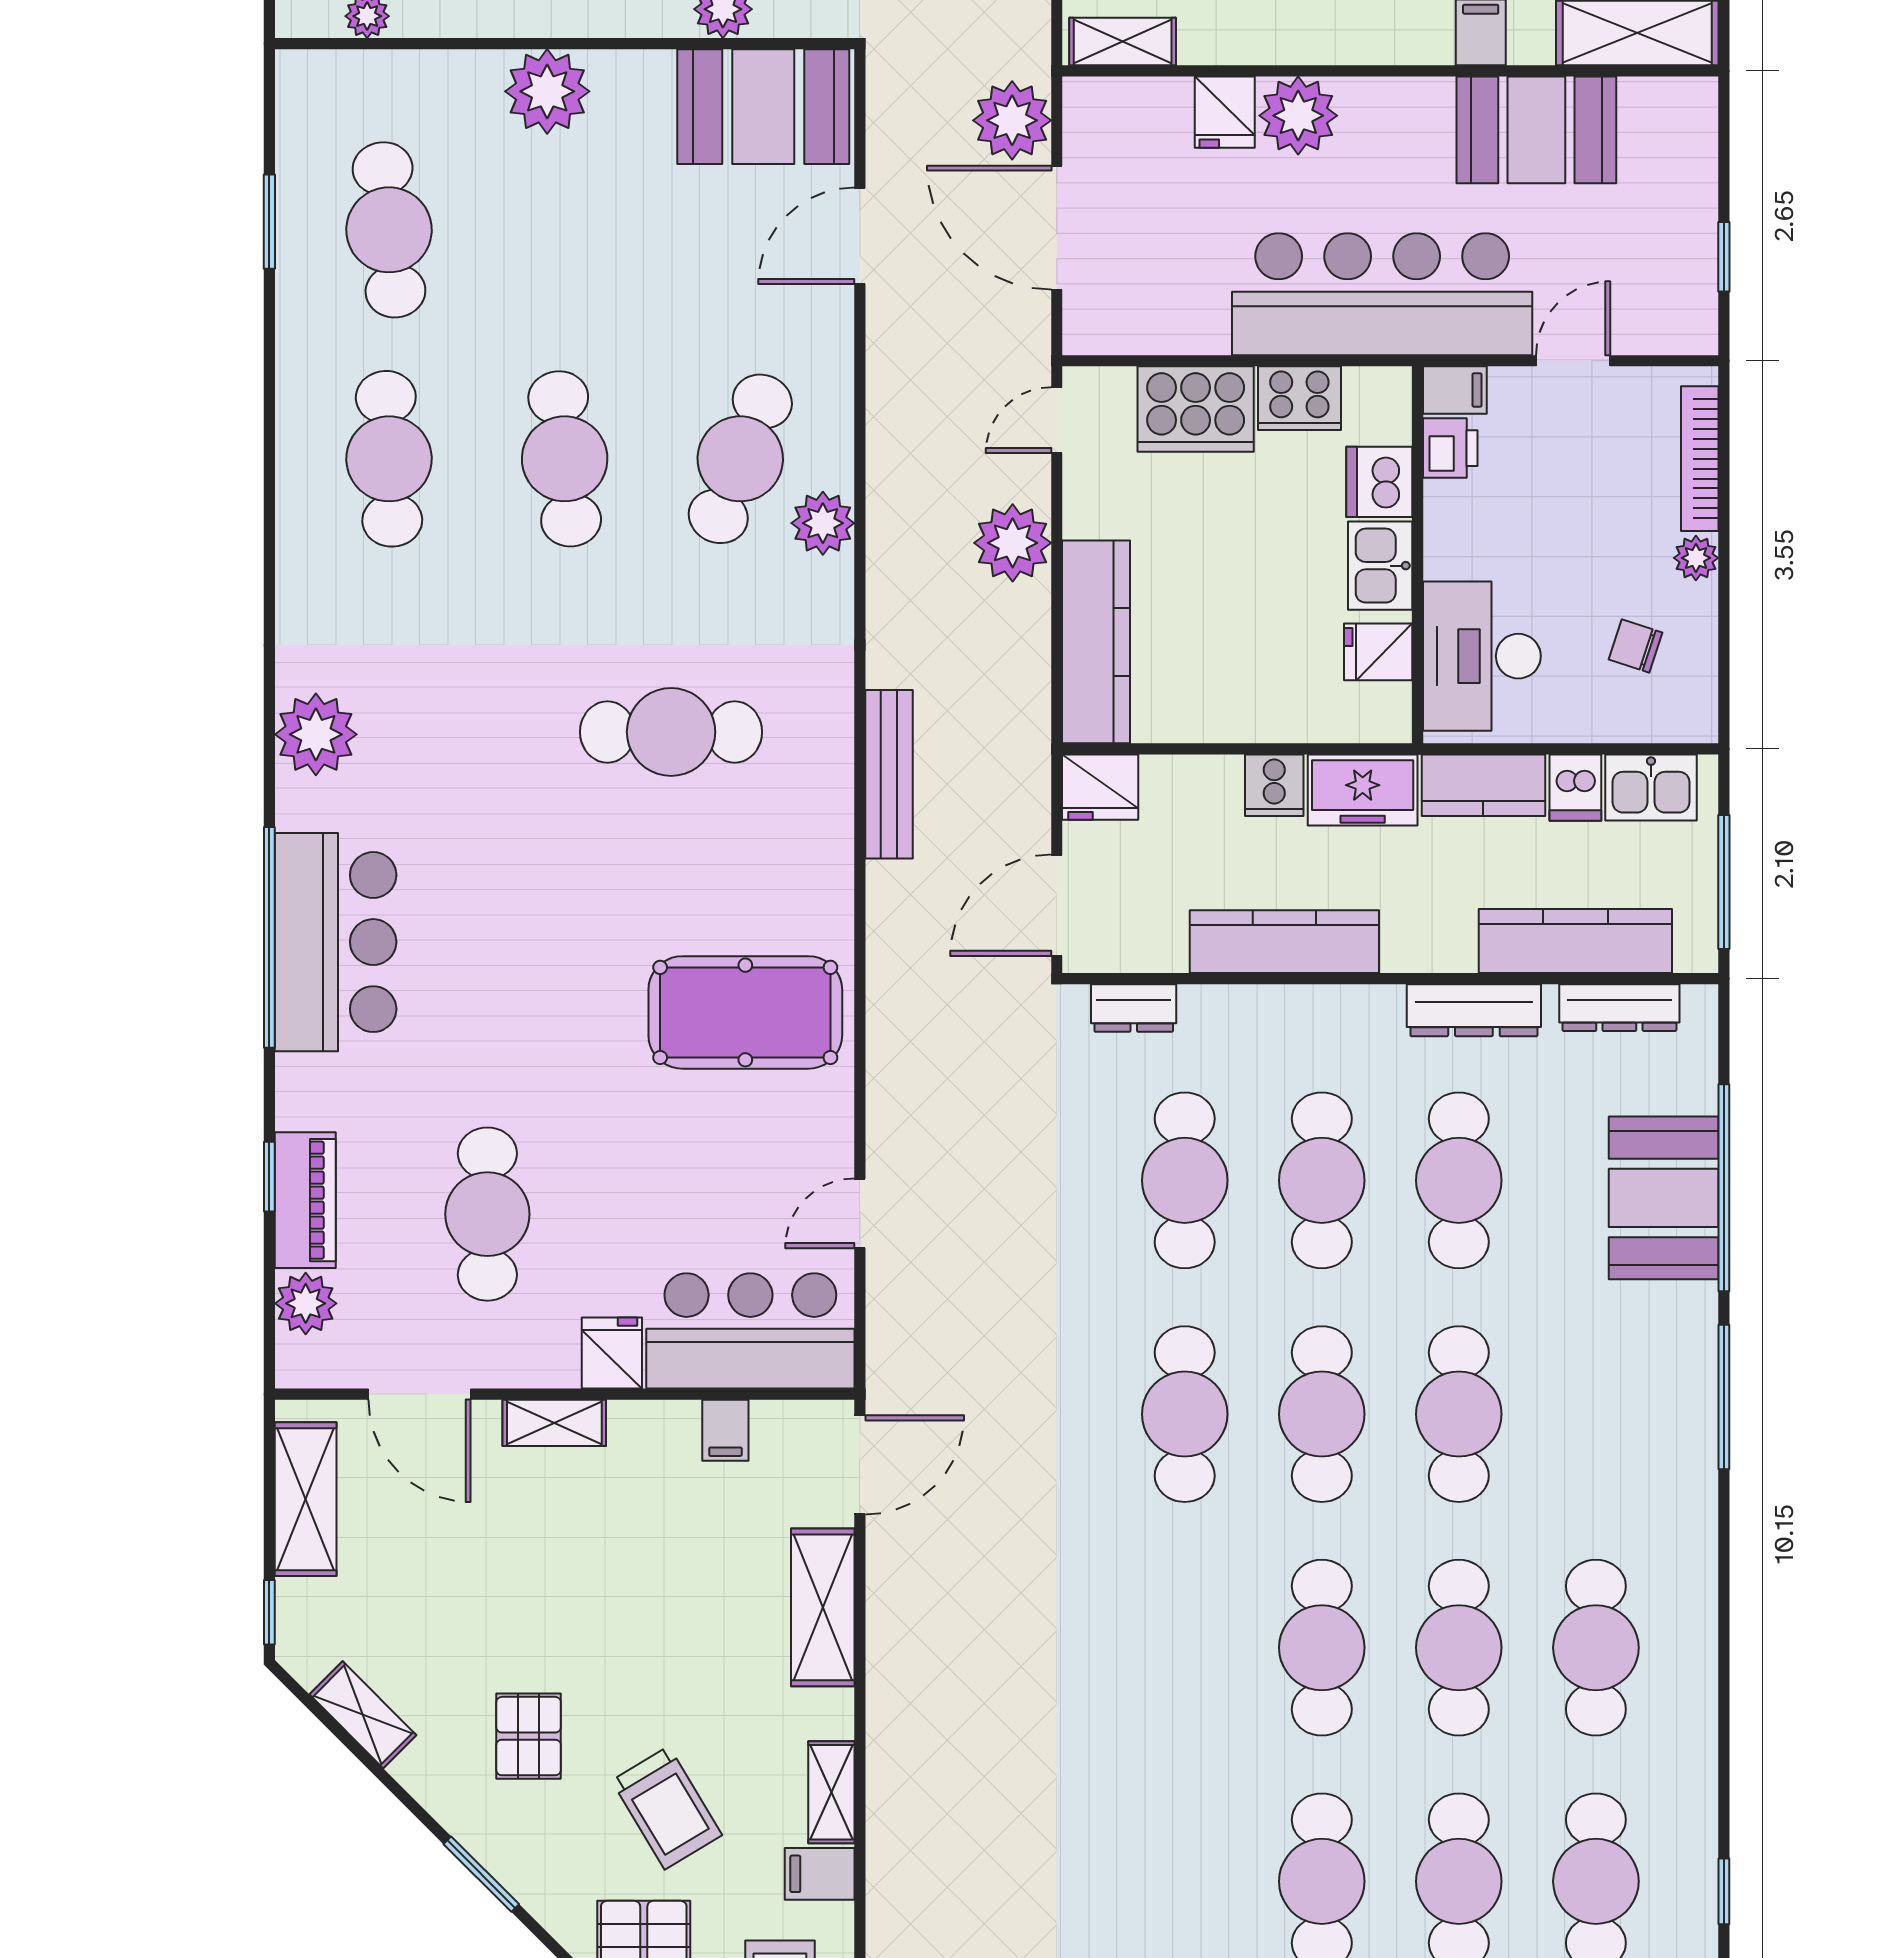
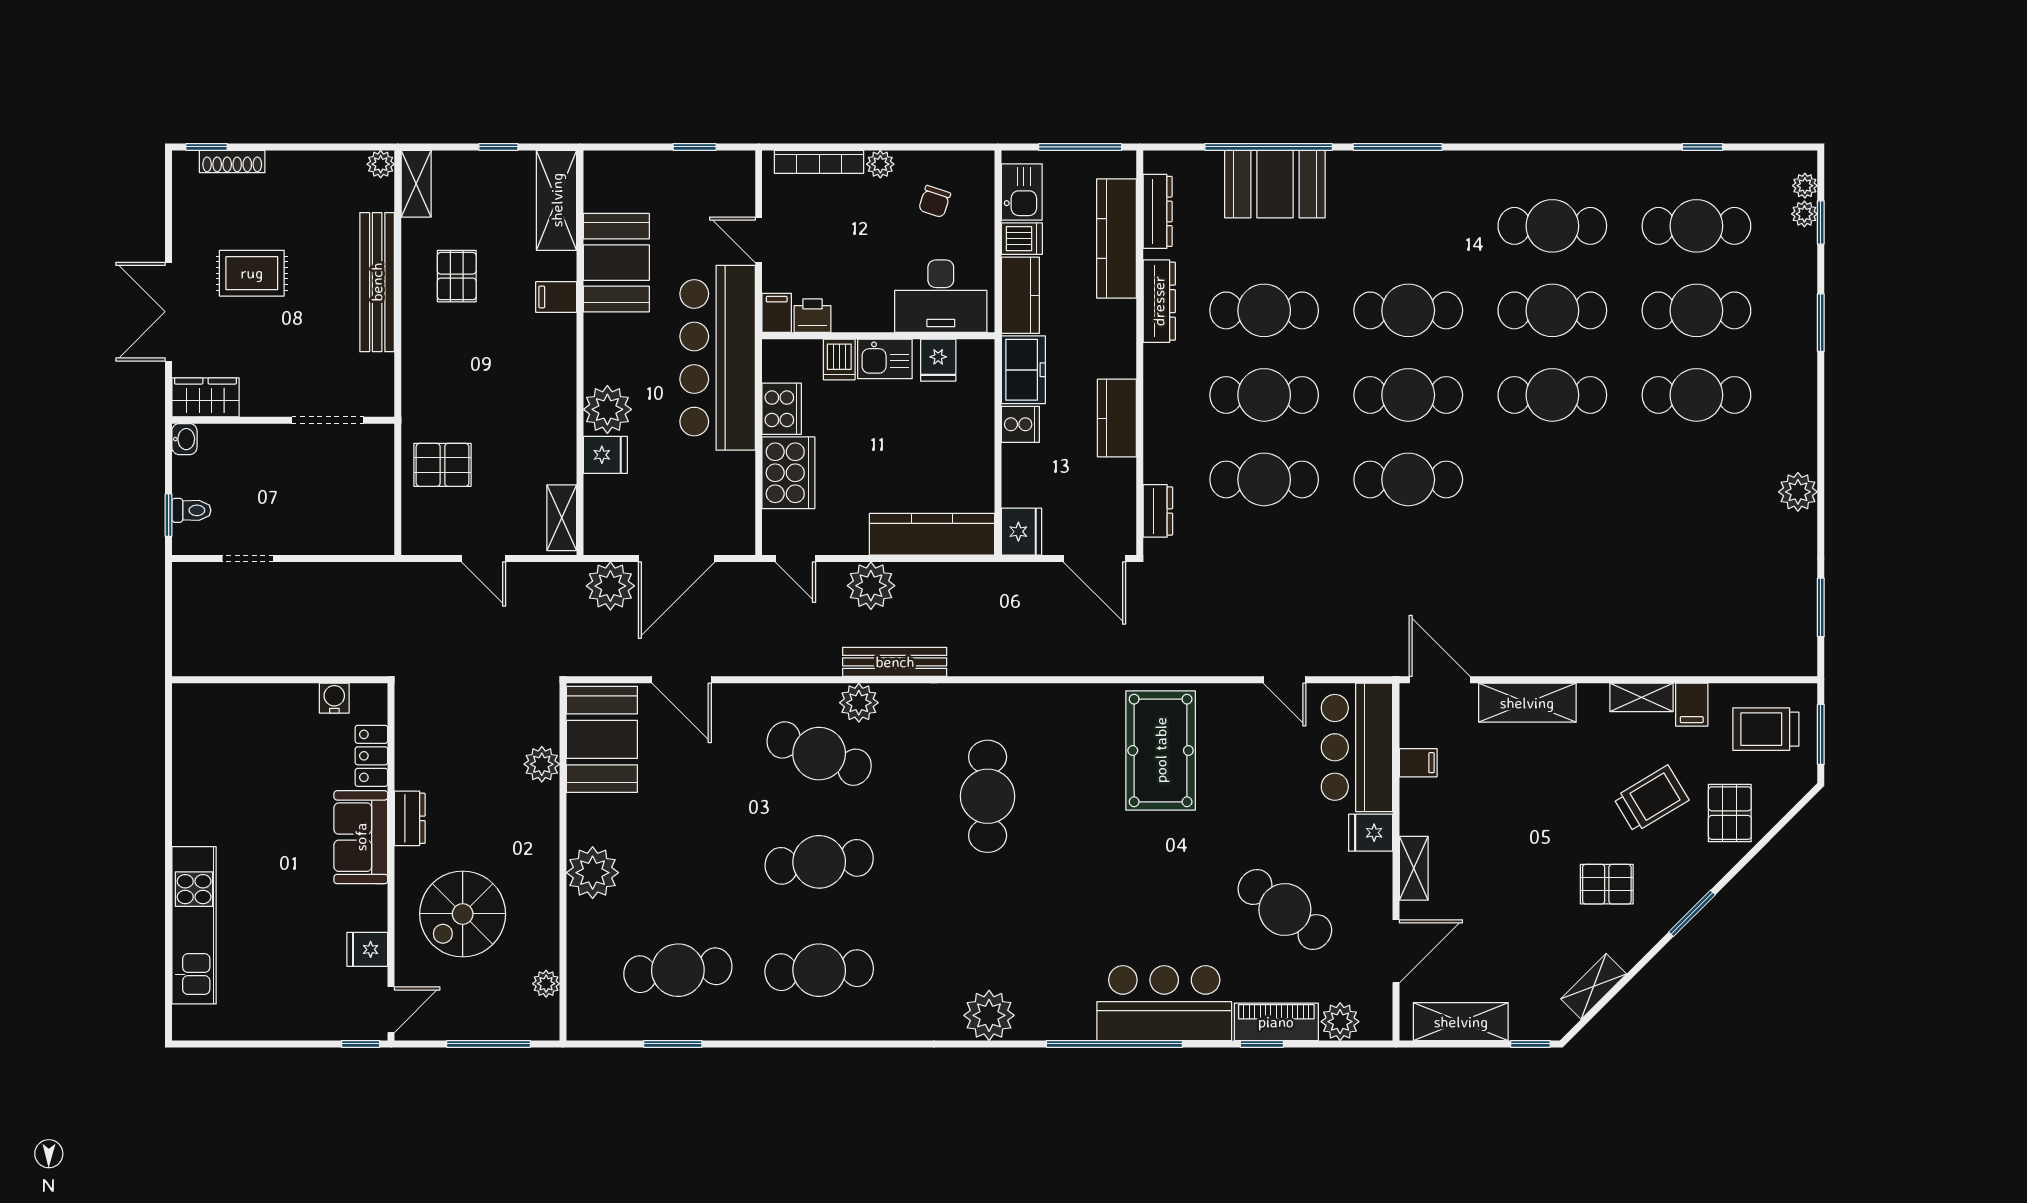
dishwasher: (1379, 482) -> (839, 360), width x0.73
bench: (889, 774) -> (895, 662), moved
bar counter: (336, 942) -> (1164, 1003), moved
kitchen counter: (1284, 942) -> (1117, 418), width x0.67
cafe table: (487, 1214) -> (1285, 910), turned 37

